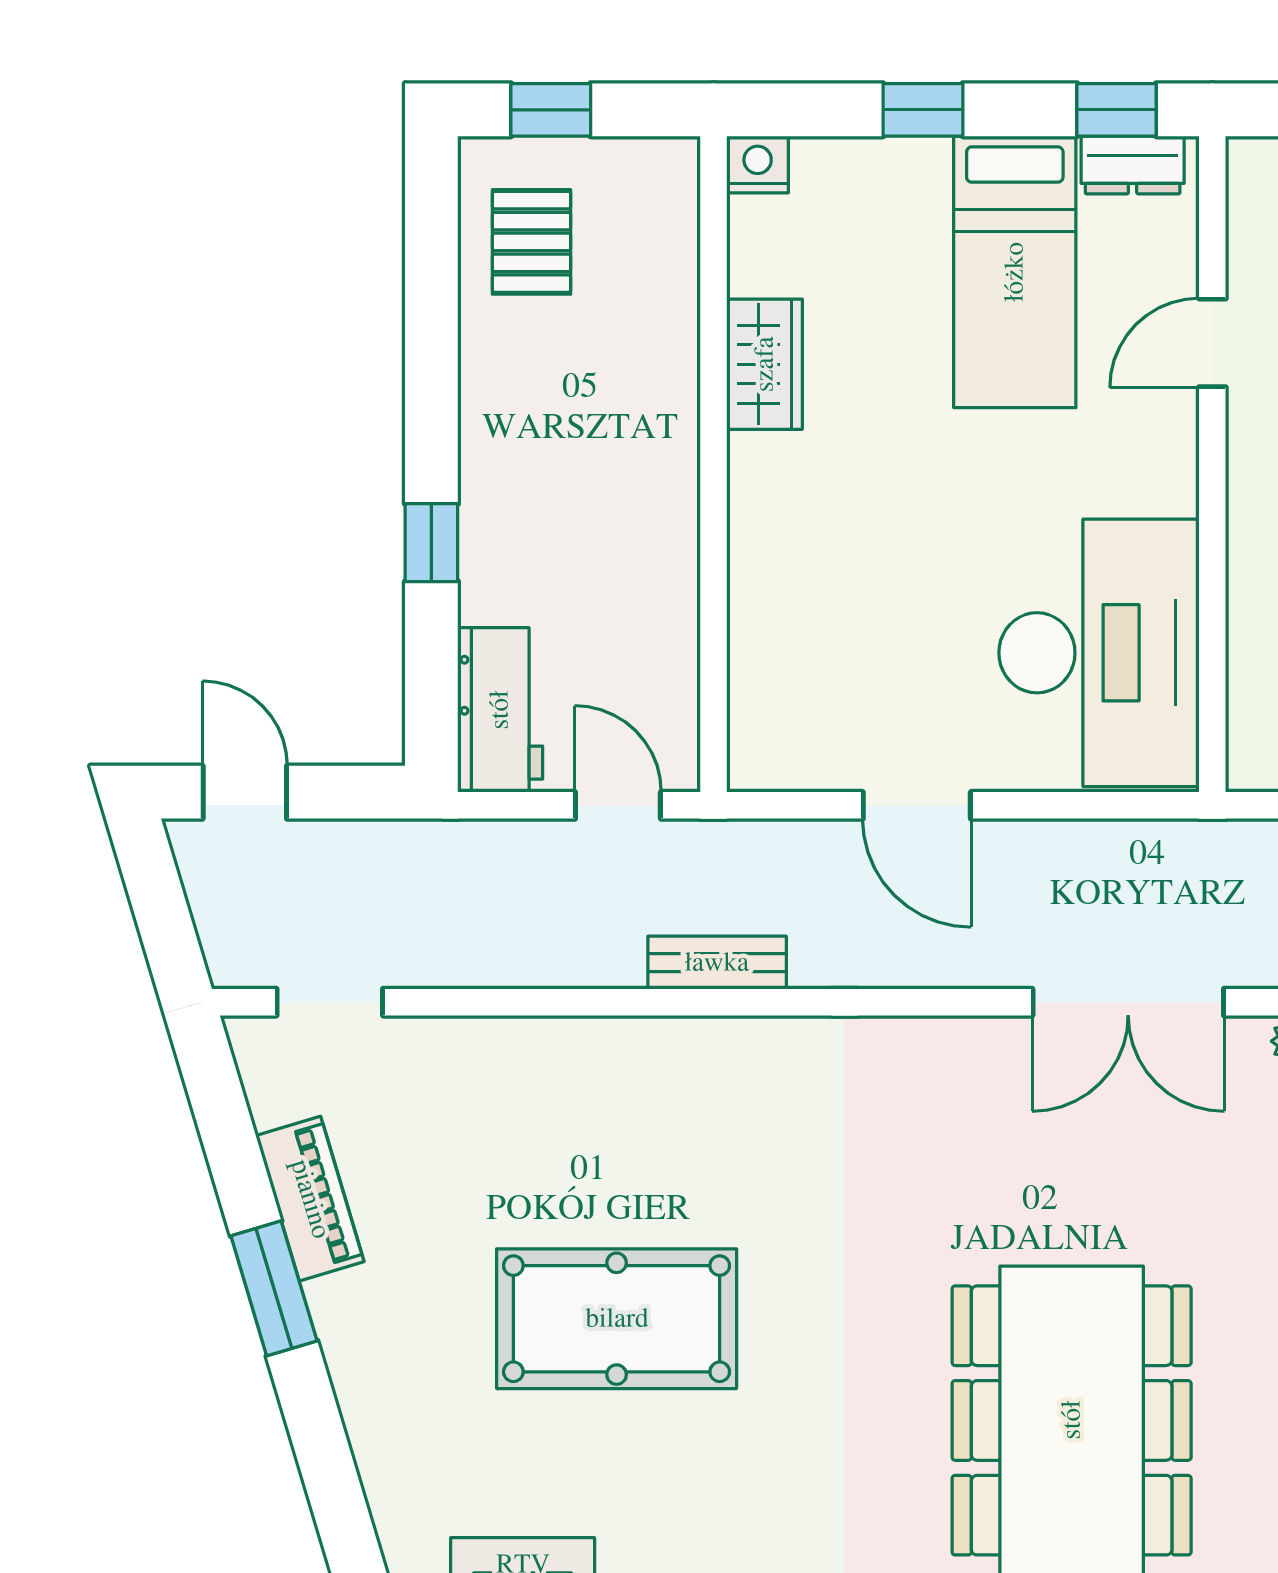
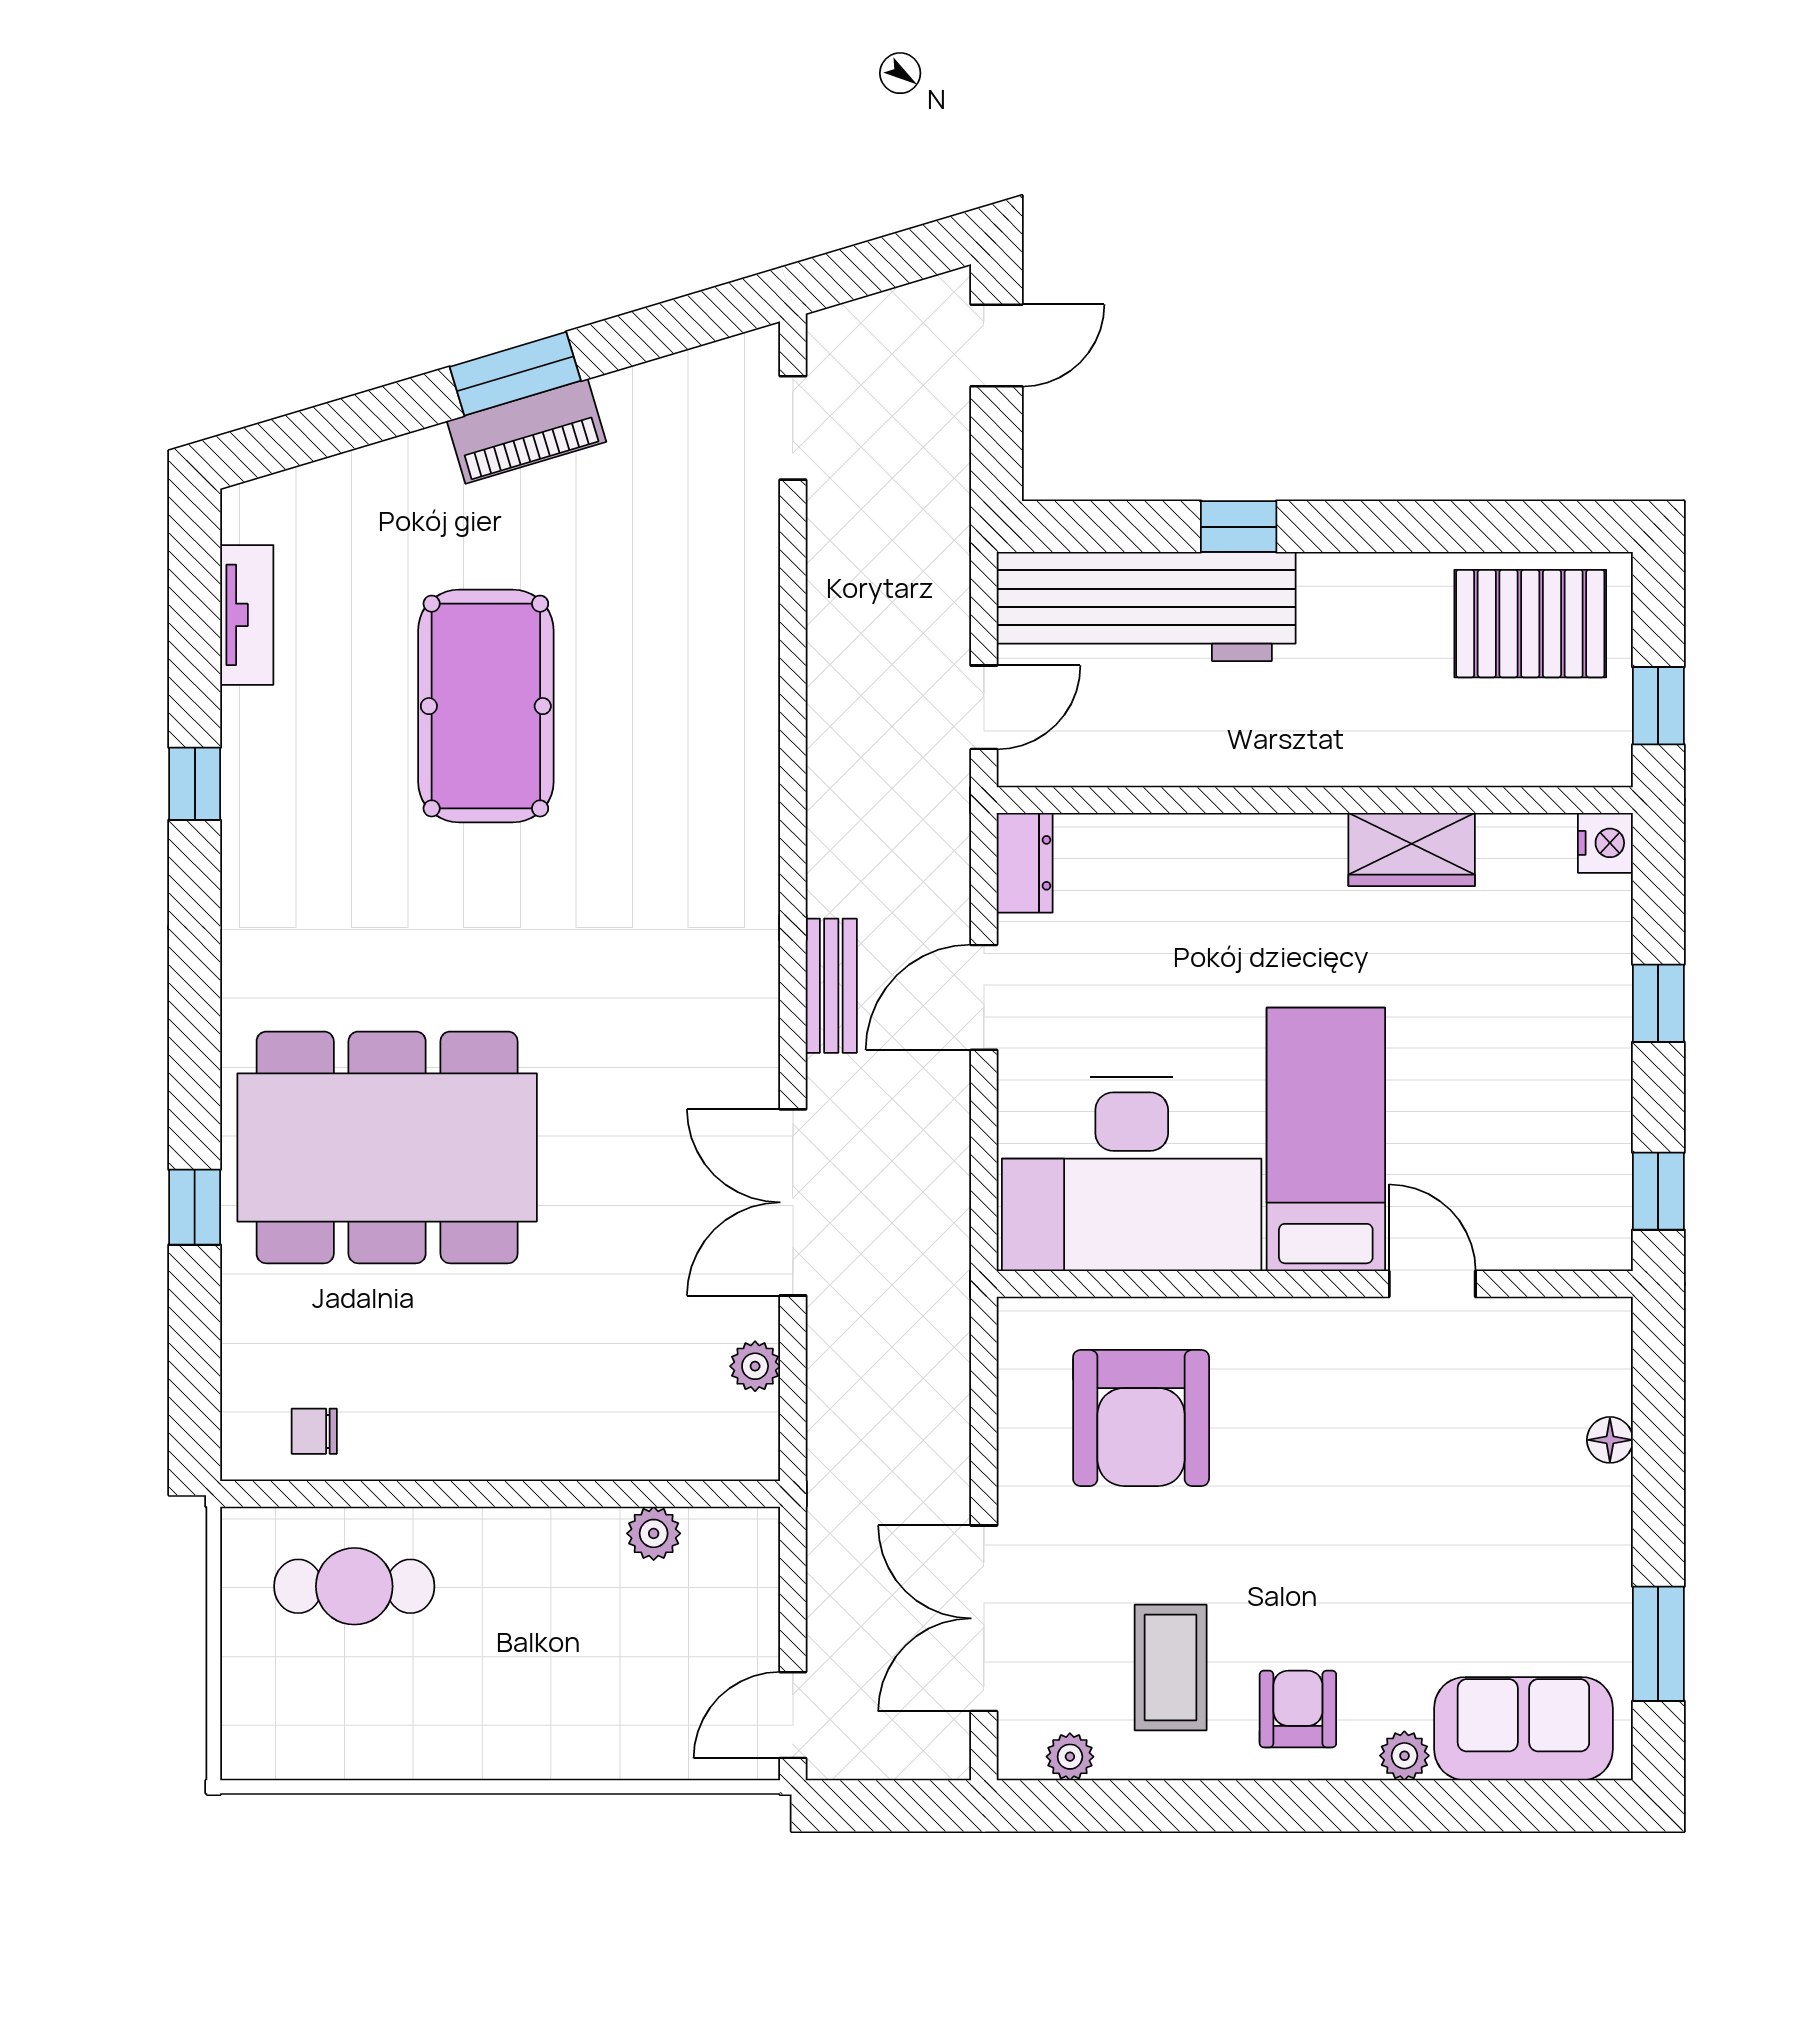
window: (551, 110) -> (1658, 706), moved
dresser: (1133, 165) -> (1025, 863), moved, turned 180
pallet: (531, 242) -> (1530, 624), width x1.50, depth x1.42
bed: (1015, 272) -> (1326, 1139), moved, turned 90
workbench: (500, 710) -> (1146, 607), width x1.88, depth x1.32
bench: (717, 963) -> (831, 986), moved
piano: (310, 1199) -> (526, 431), moved

